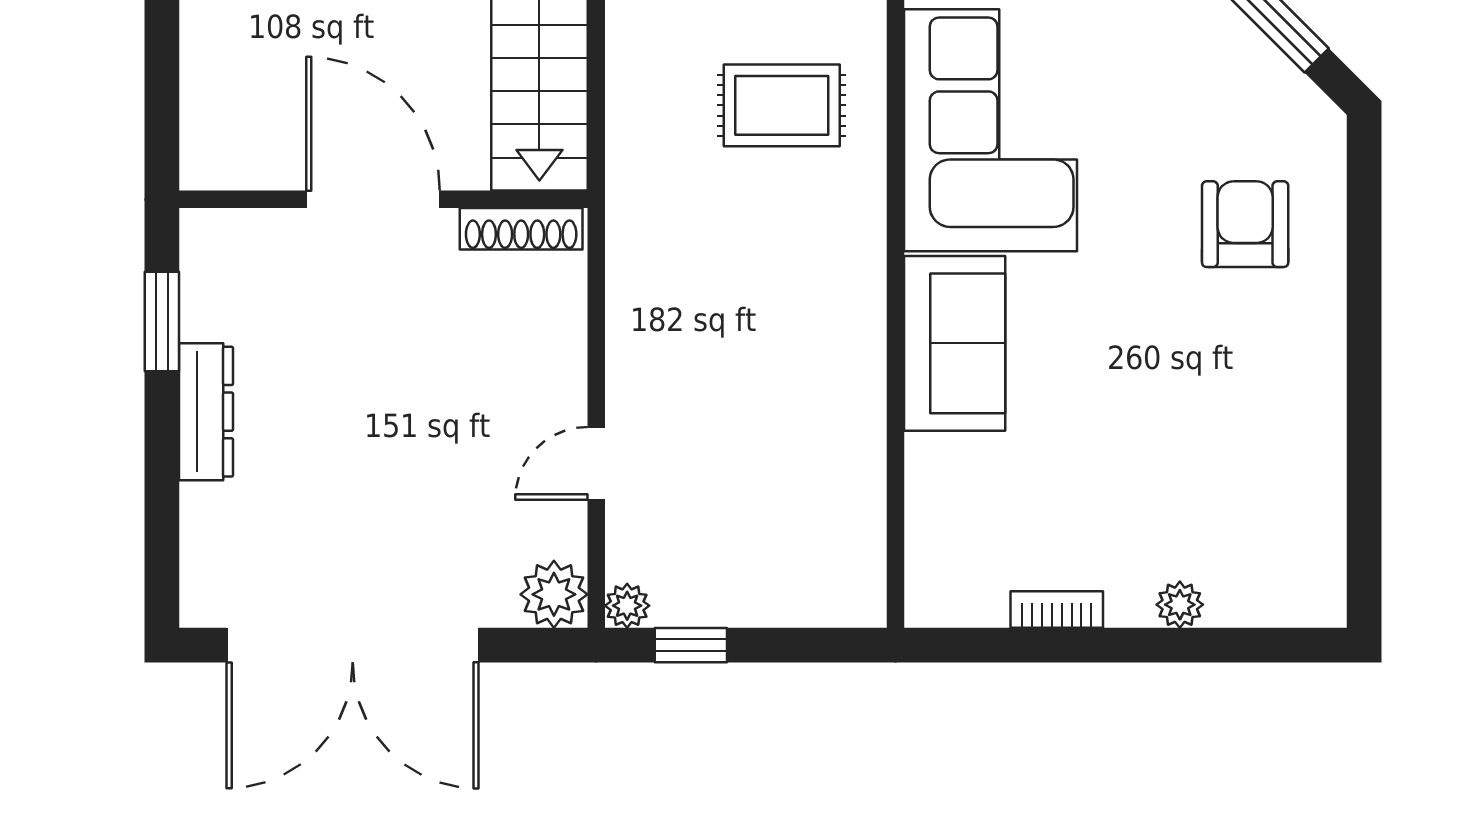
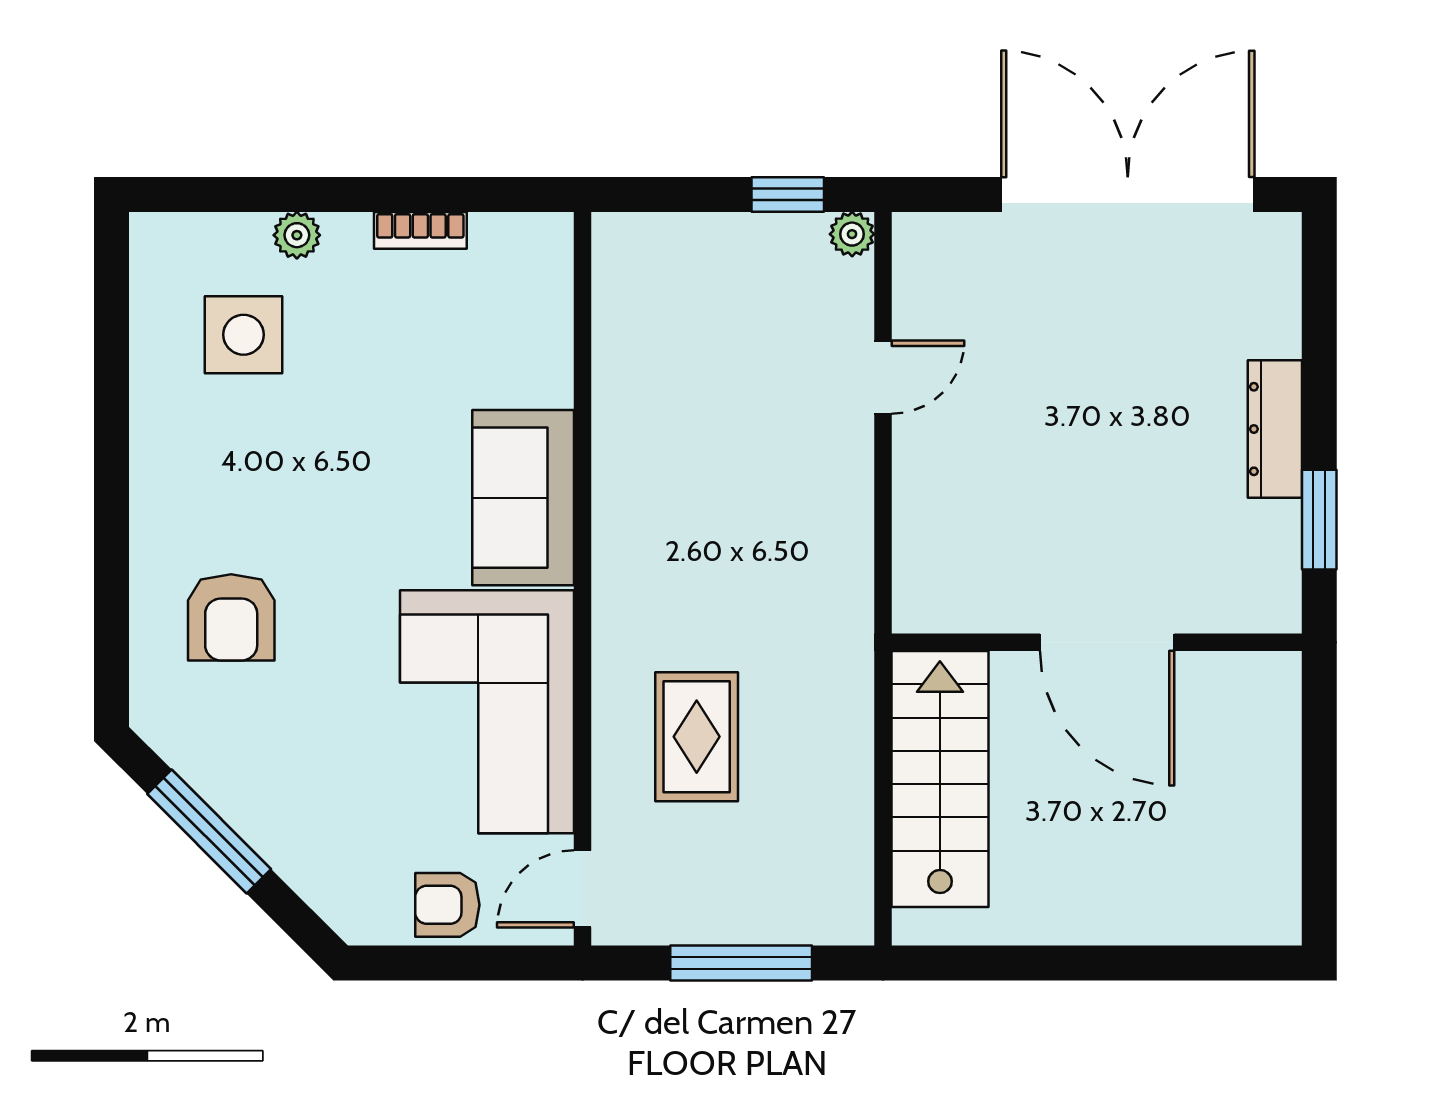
rug: (782, 105) -> (697, 737), turned 90
shoe rack: (521, 229) -> (958, 613), removed
side table: (1233, 506) -> (244, 335), added
plant: (554, 594) -> (925, 246), removed

